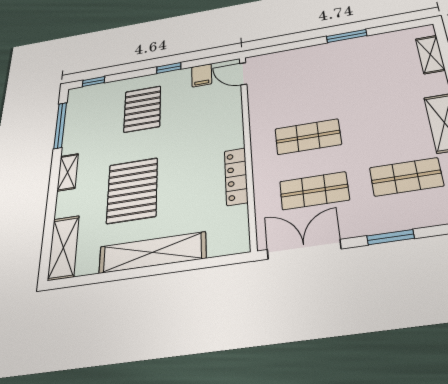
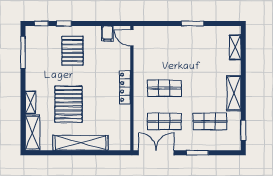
window: (169, 68) -> (64, 24), moved
shelving: (68, 172) -> (30, 102), moved
locker: (236, 176) -> (125, 87), moved

